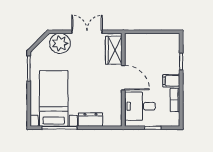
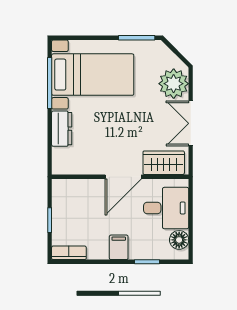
double door: (87, 32) -> (191, 123), swing flipped
floor lamp: (166, 40) -> (179, 240), added
bookcase: (175, 100) -> (69, 253), moved
desk: (140, 106) -> (166, 208), moved, turned 90

